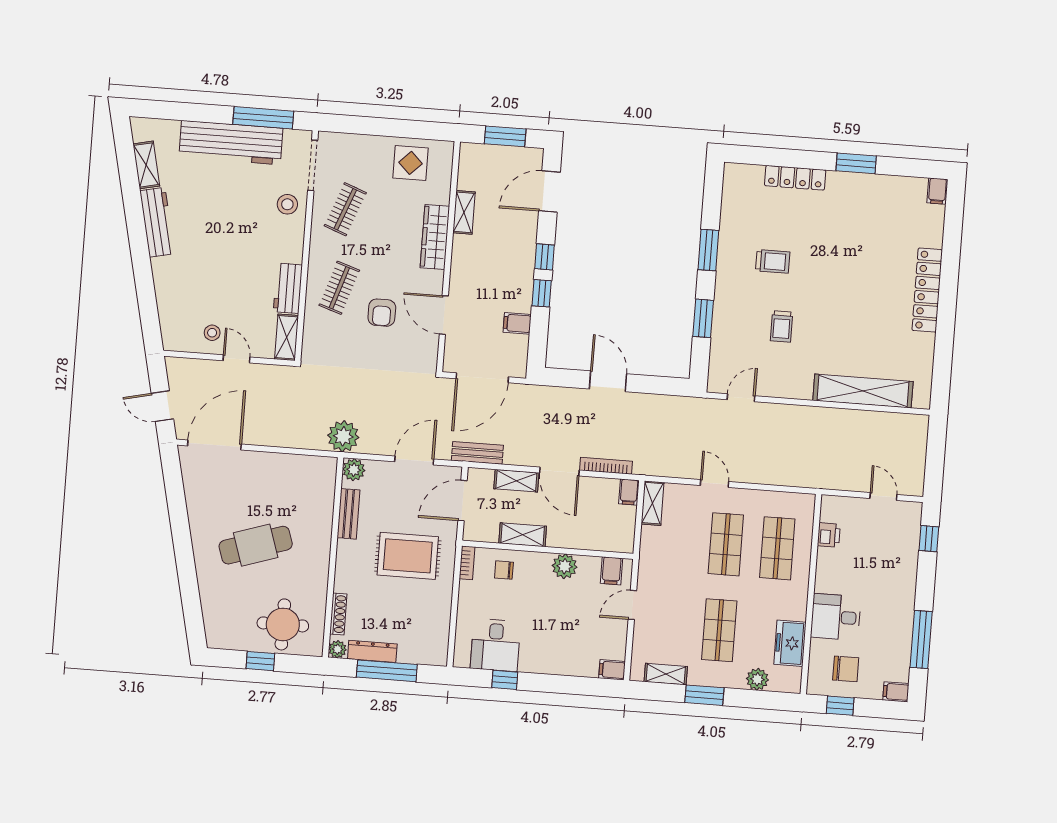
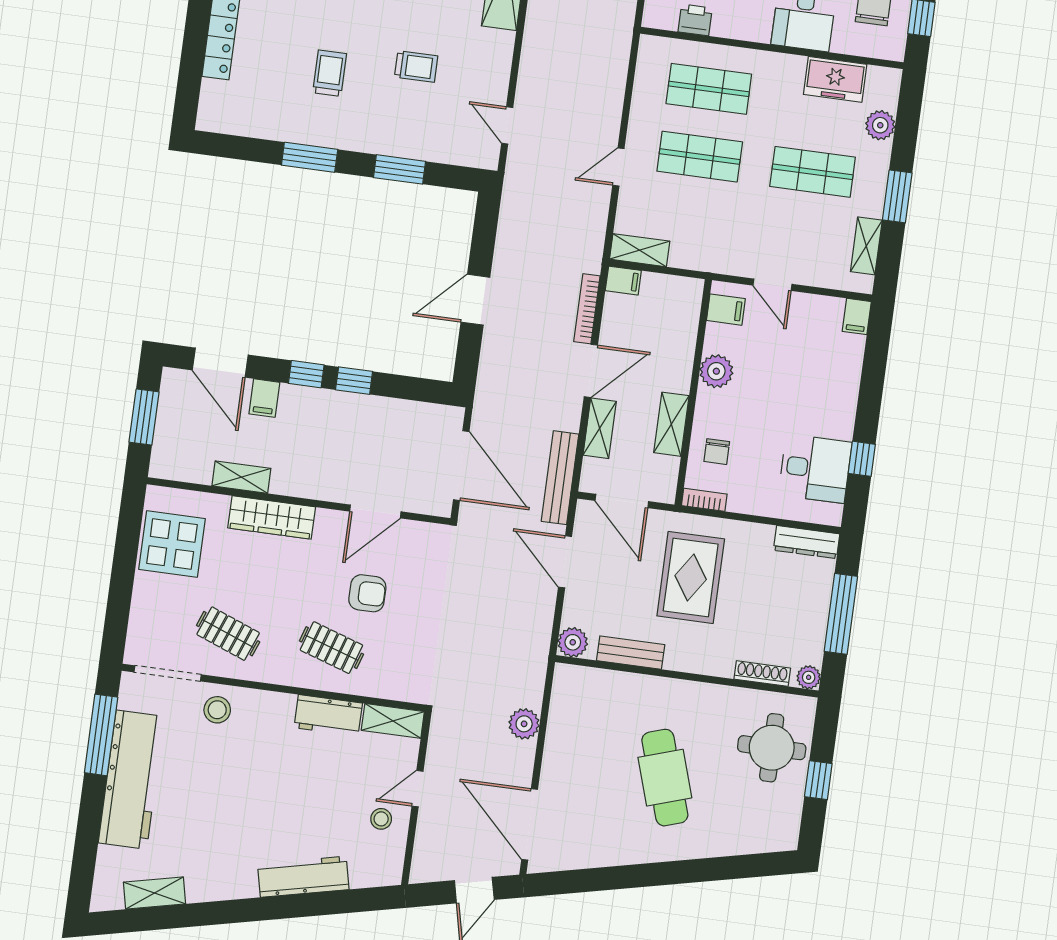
display table: (410, 163) -> (172, 544), width x1.36, depth x1.36
workbench: (157, 222) -> (303, 877), moved
filing cabinet: (517, 323) -> (264, 398), moved
plant: (343, 436) -> (524, 724), moved, width x0.73, depth x0.73
bench: (477, 453) -> (560, 478), width x1.36
dresser: (372, 651) -> (807, 542), moved, turned -90

